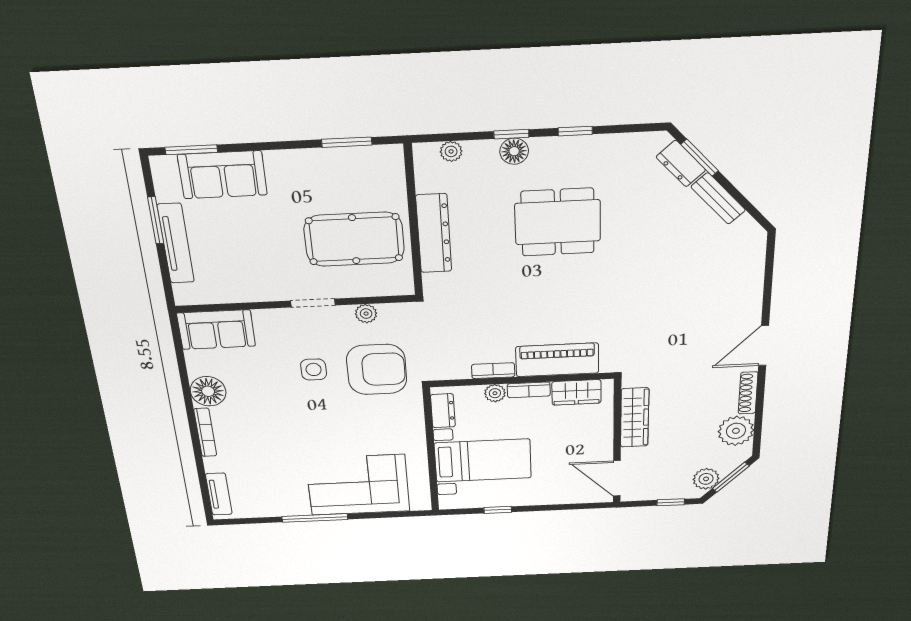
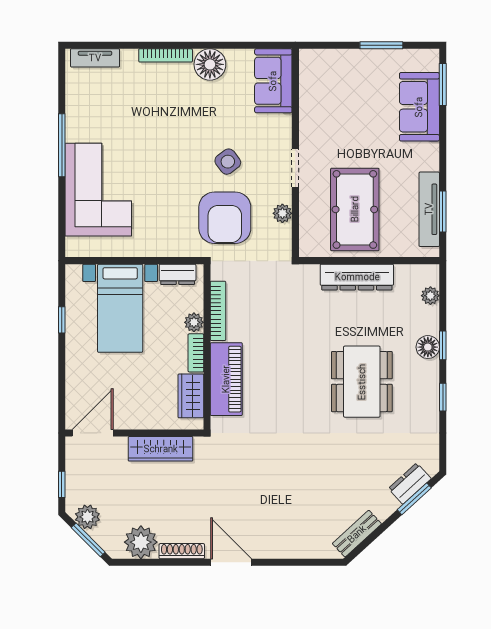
bench: (718, 198) -> (357, 534), moved
tv unit: (176, 243) -> (429, 209), moved, turned 90
side table: (314, 369) -> (228, 162), turned -37
bookcase: (493, 371) -> (218, 311), width x1.56

